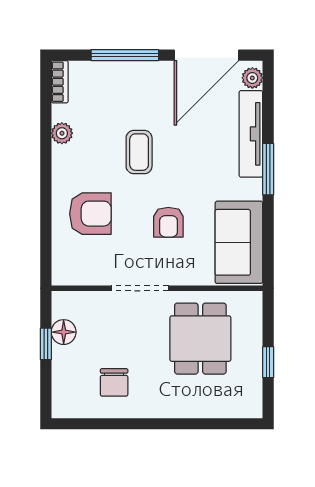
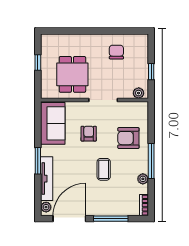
window: (46, 169) -> (151, 161), added
plant: (71, 302) -> (139, 93), added
floor lamp: (64, 332) -> (142, 78), removed

